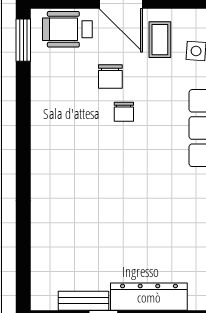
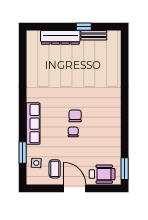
chair: (110, 76) -> (75, 116), moved

